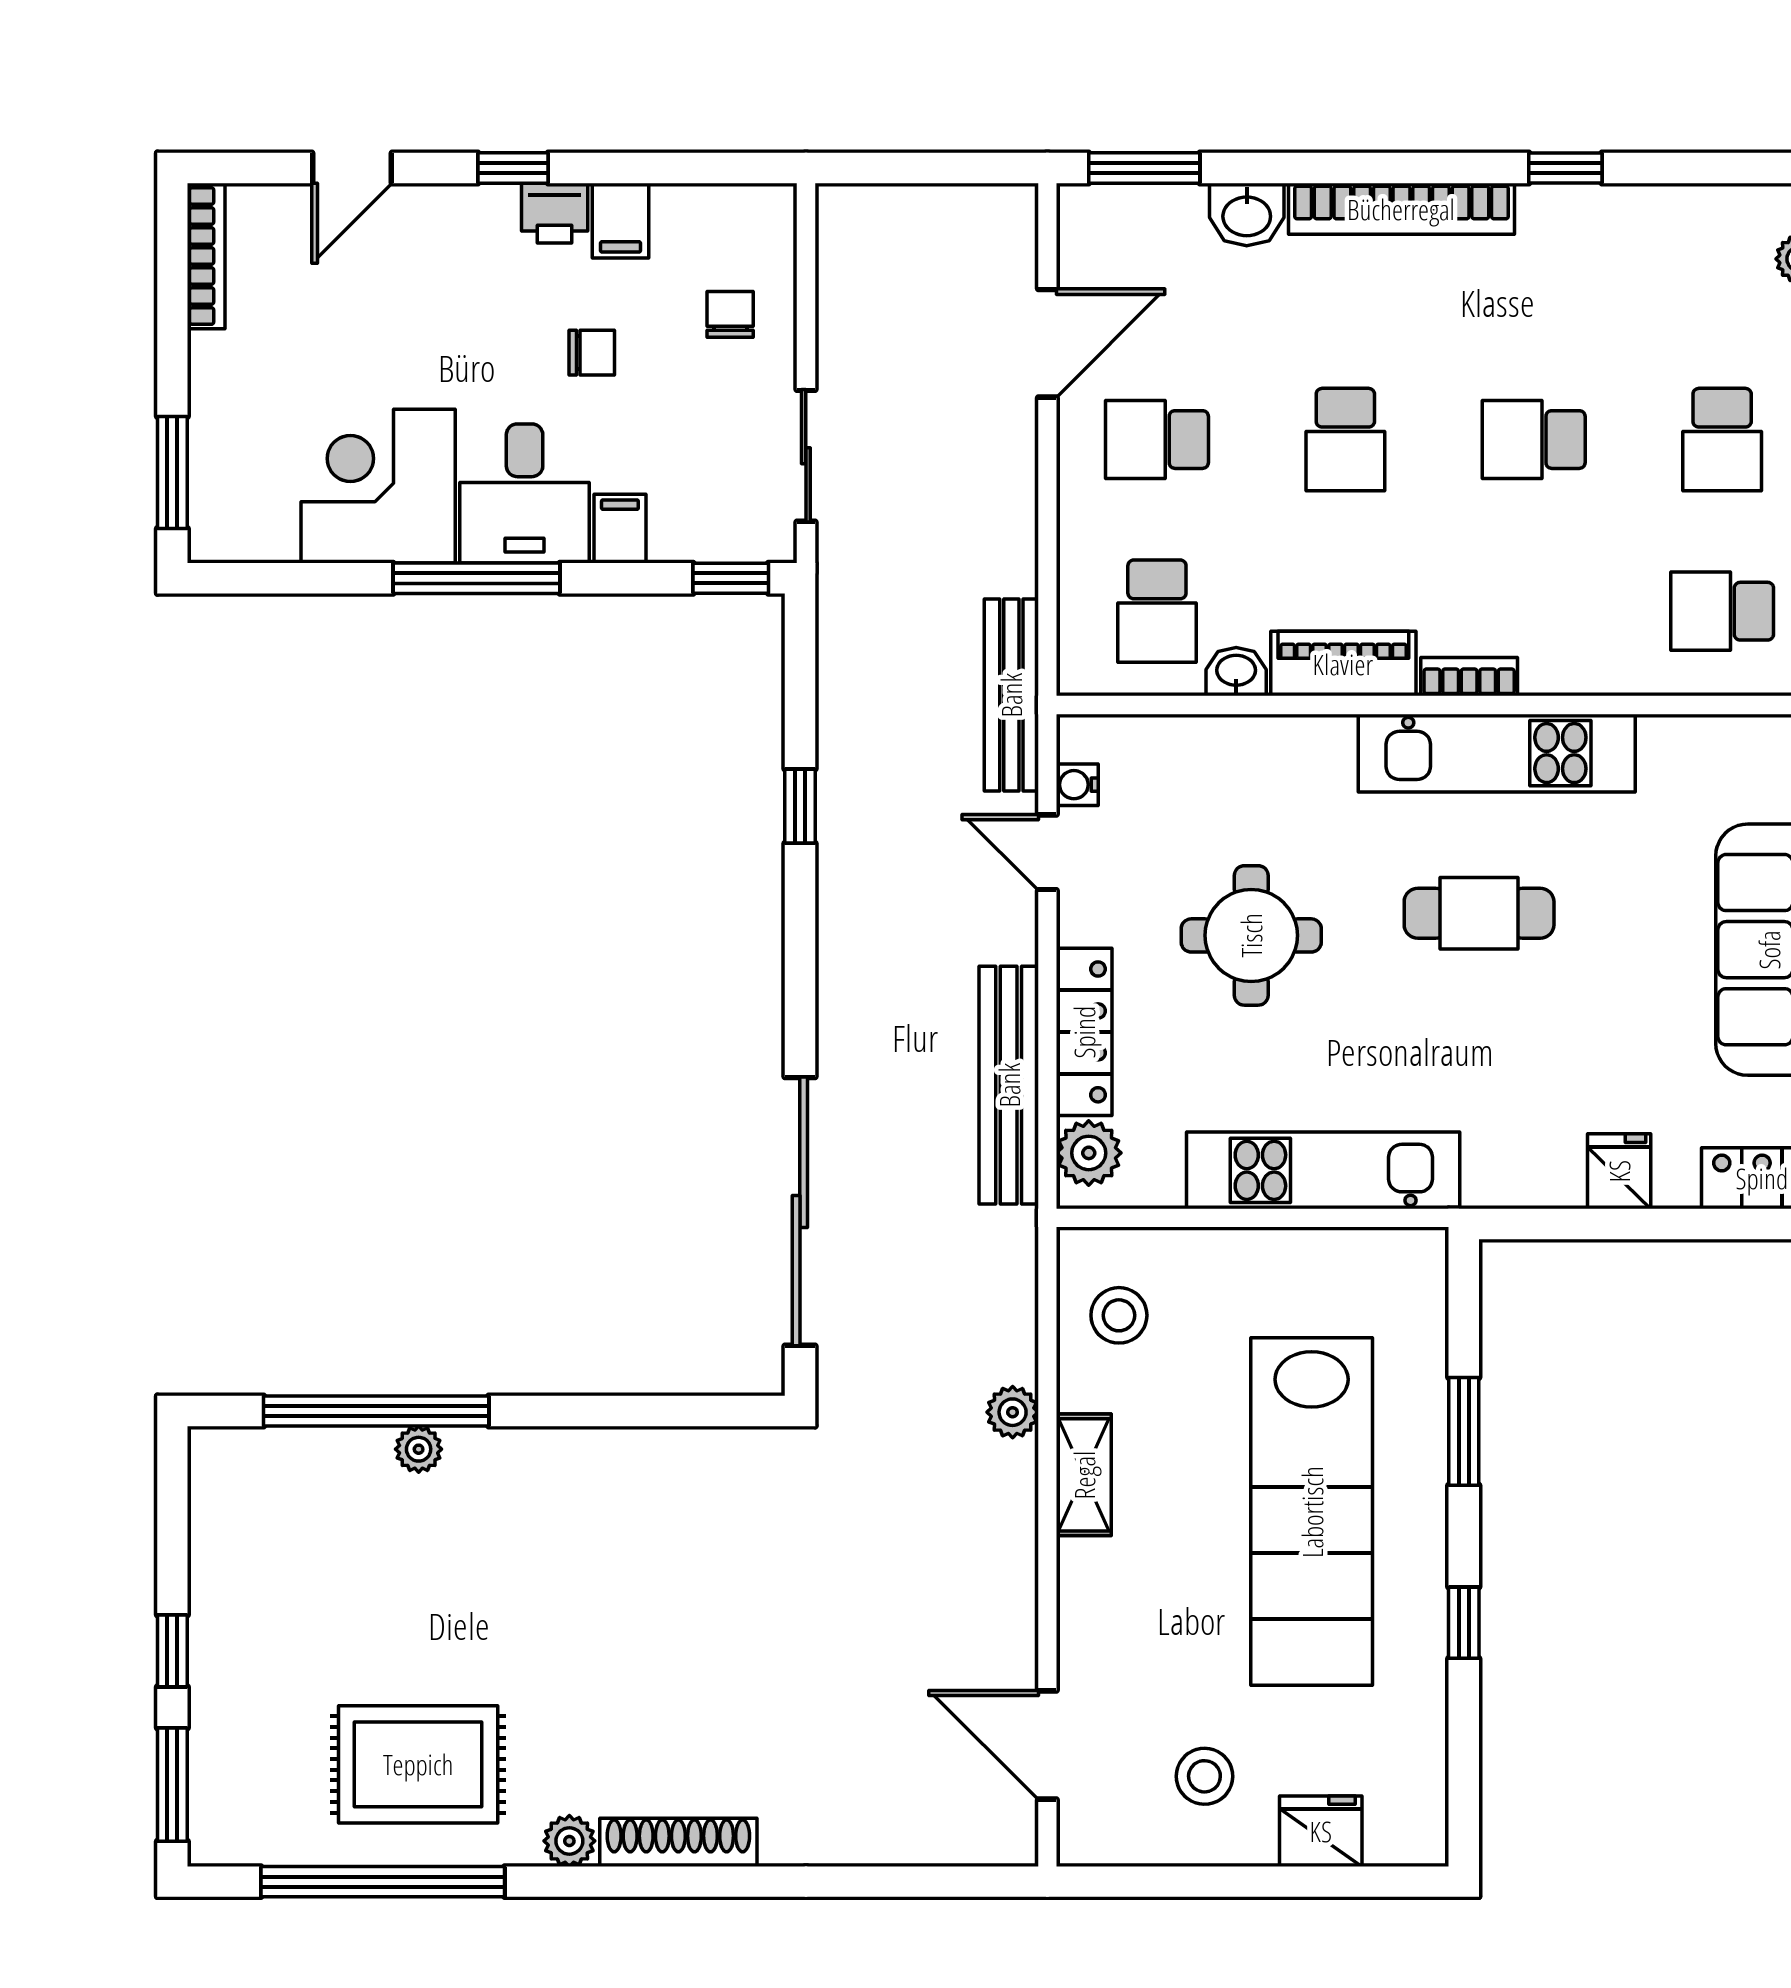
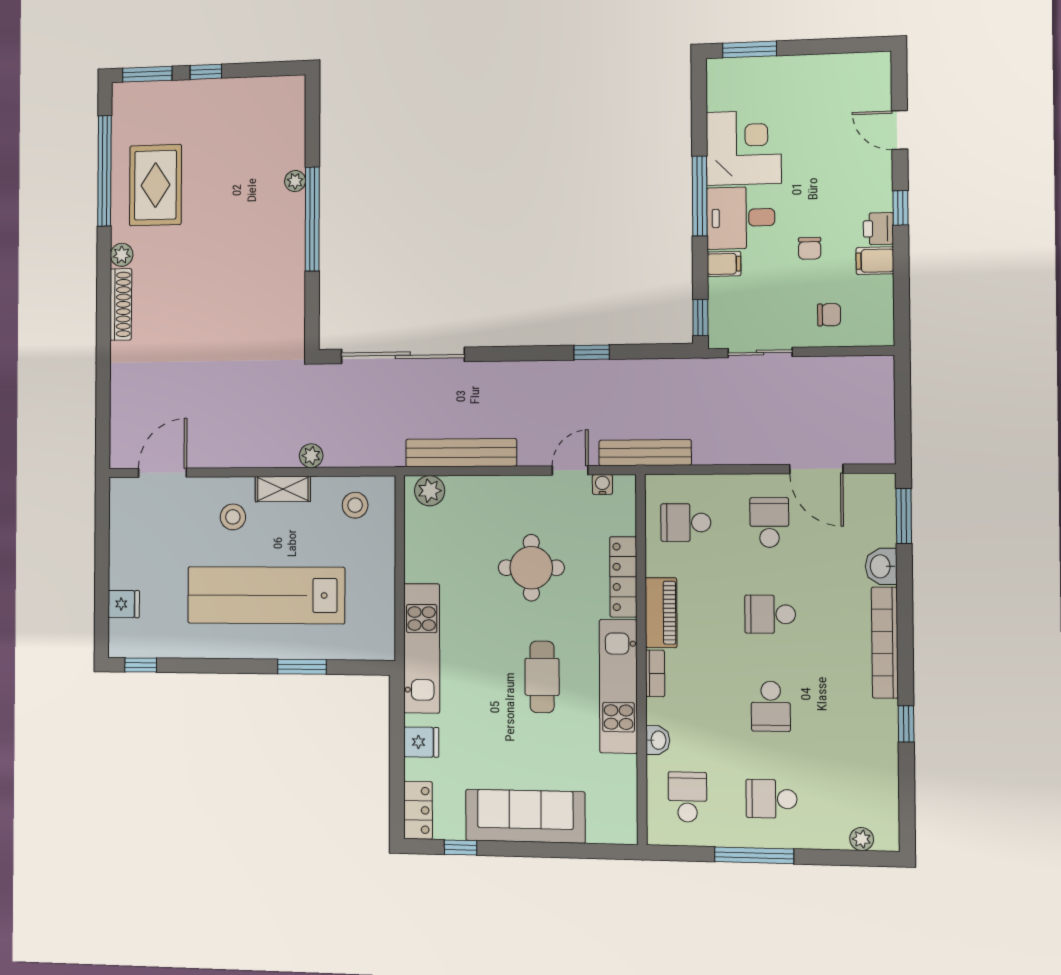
bookcase: (206, 256) -> (855, 61), removed
school desk: (1534, 440) -> (771, 706), turned 180
washbasin: (1236, 672) -> (658, 740), moved
locker: (1084, 1032) -> (623, 577), moved, turned 90
kitchen unit: (1323, 1170) -> (422, 648), moved
window: (376, 1411) -> (312, 219), moved
window: (1464, 1623) -> (141, 665), moved
stool: (1204, 1776) -> (233, 517), moved
fridge: (1321, 1831) -> (124, 604), width x0.72

